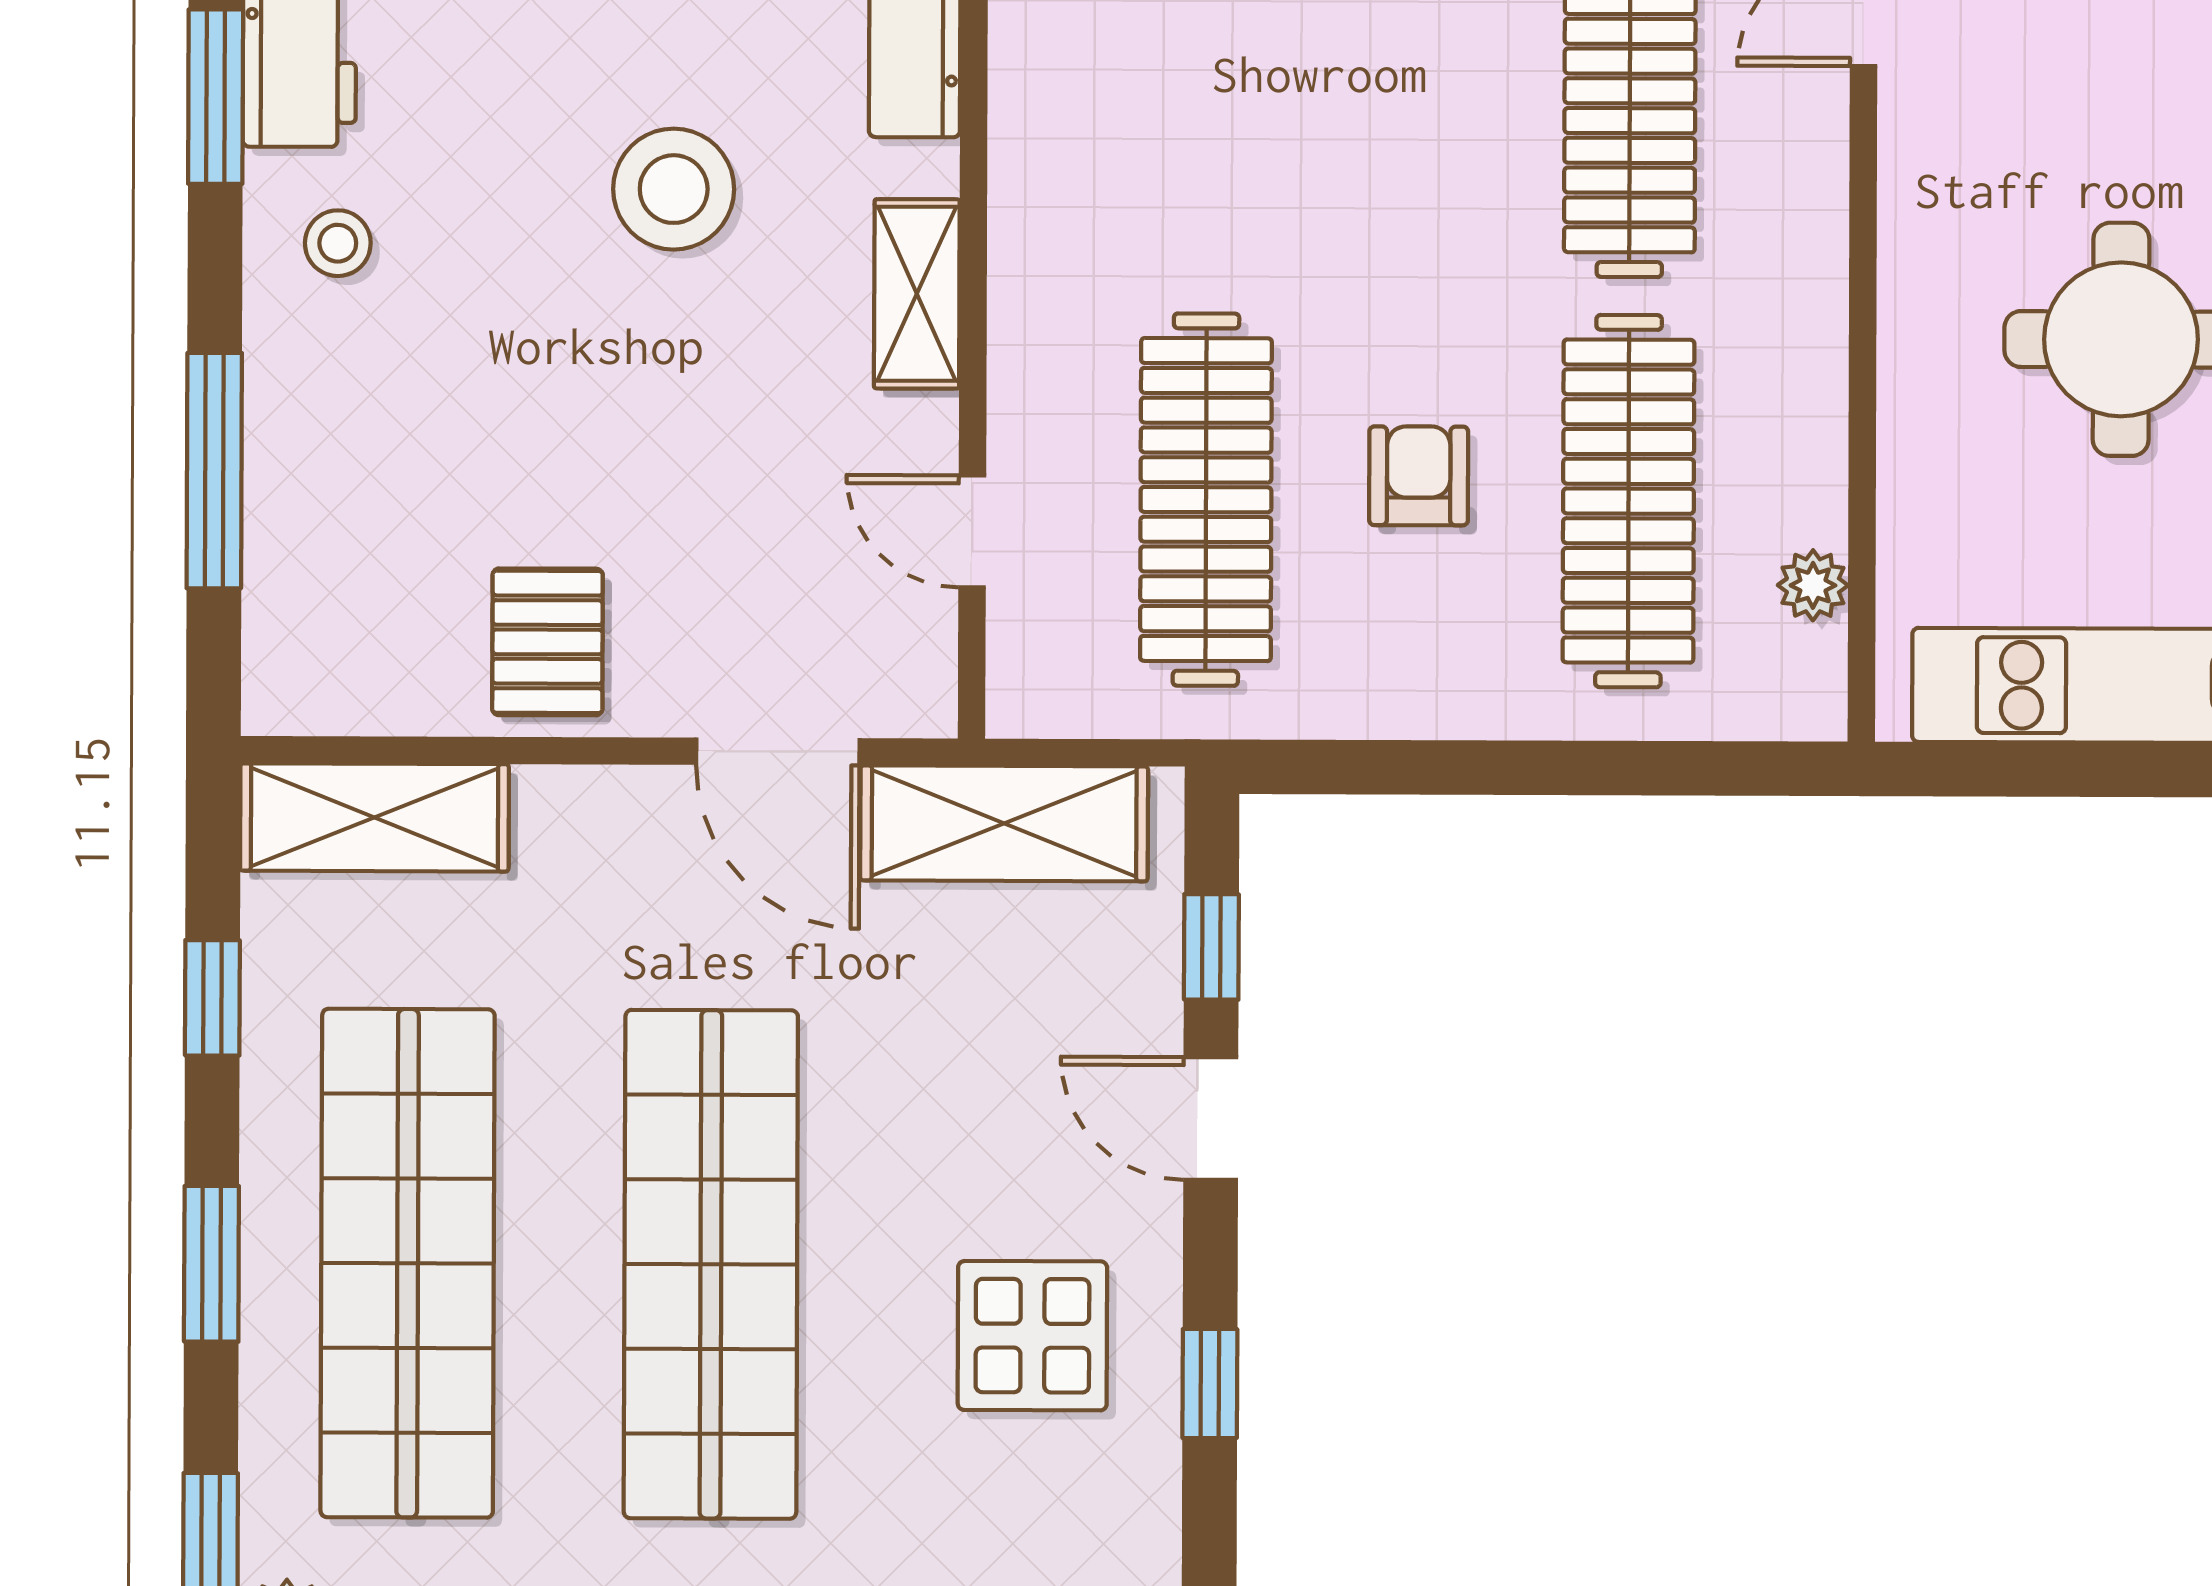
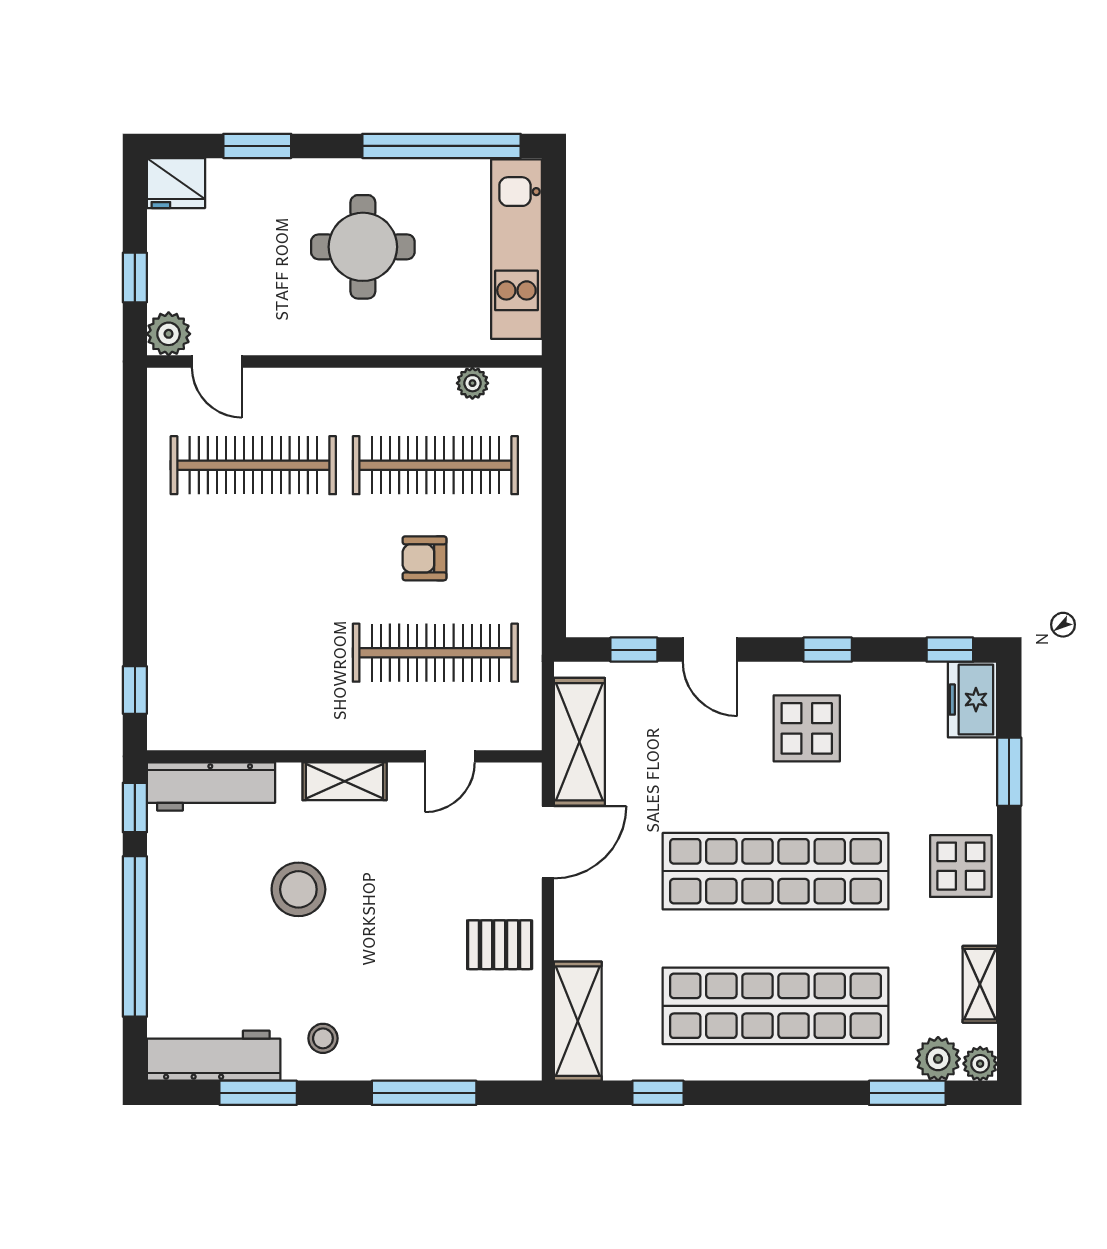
door: (1211, 1118) -> (710, 650), hinge flipped
window: (211, 1264) -> (776, 1093), removed

